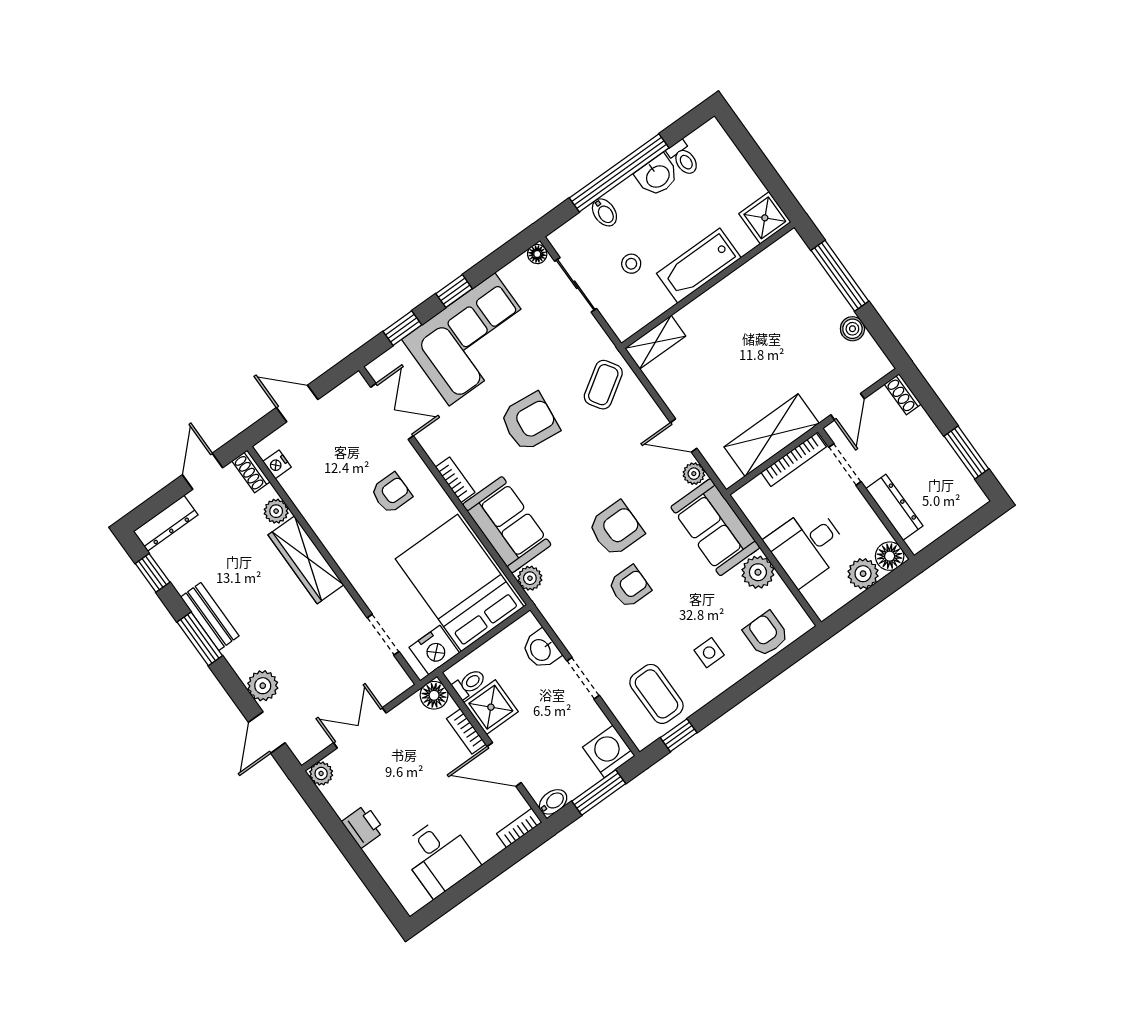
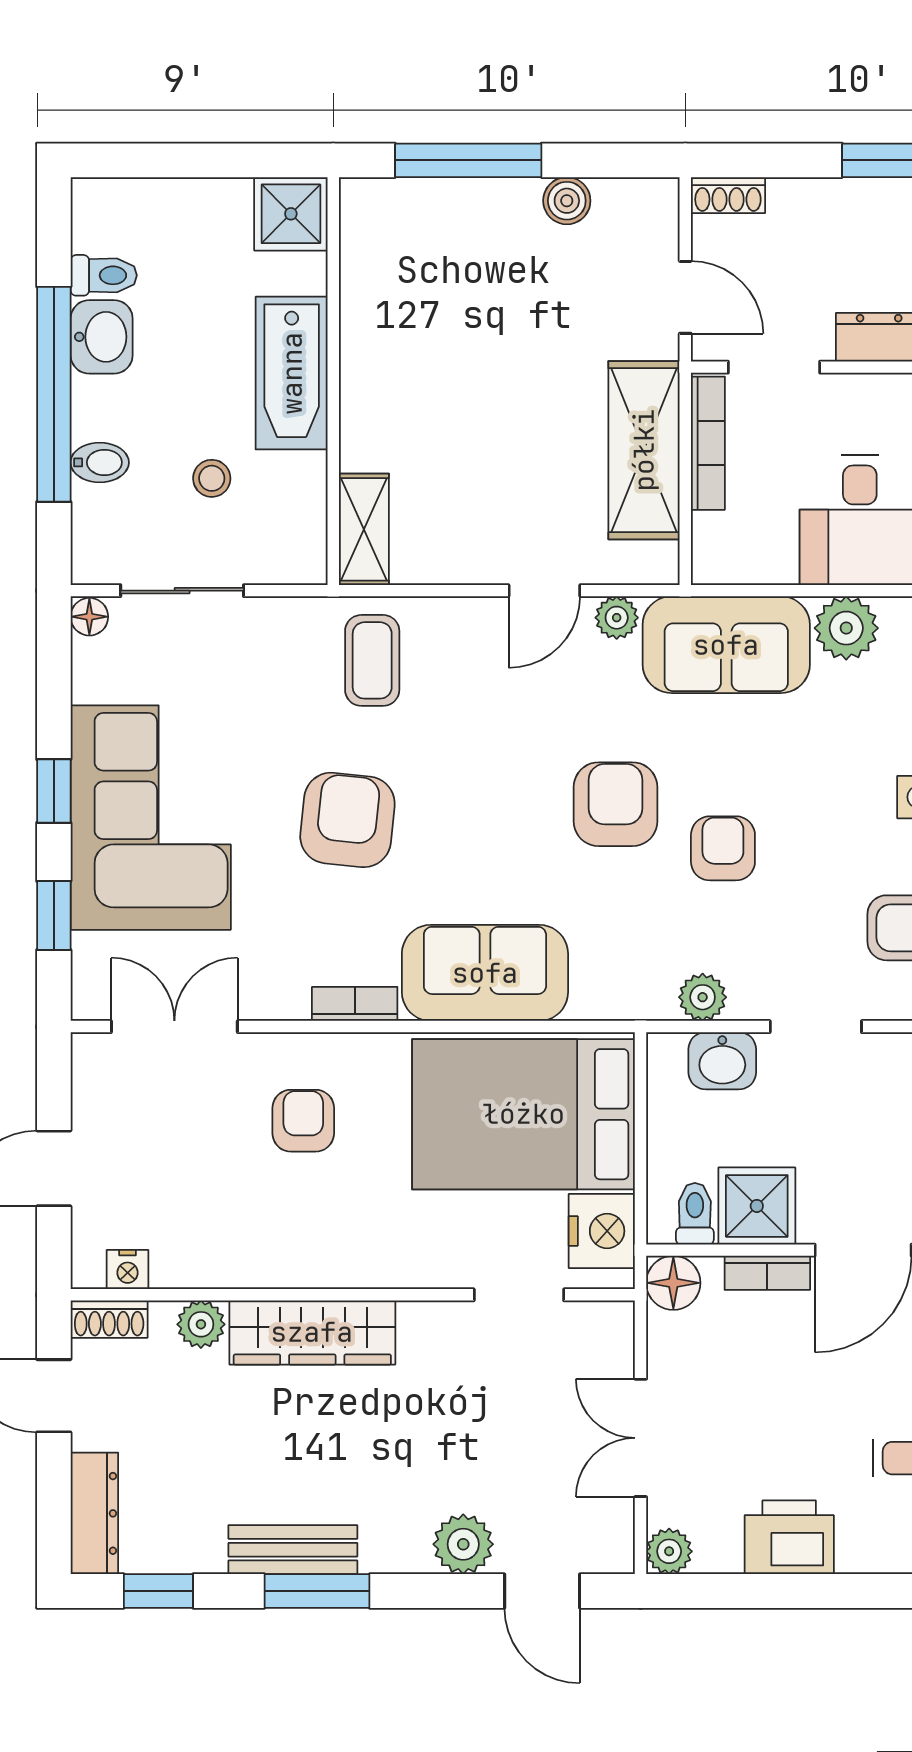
coffee table: (603, 385) -> (372, 660), turned 33
plant: (530, 578) -> (703, 997), moved
printer: (363, 826) -> (789, 1537), width x1.36, depth x1.24

